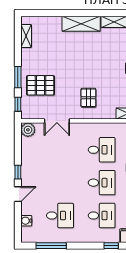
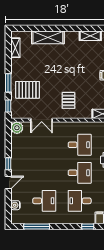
shelving: (81, 24) -> (48, 37), moved
desk: (102, 216) -> (80, 201), turned 180

